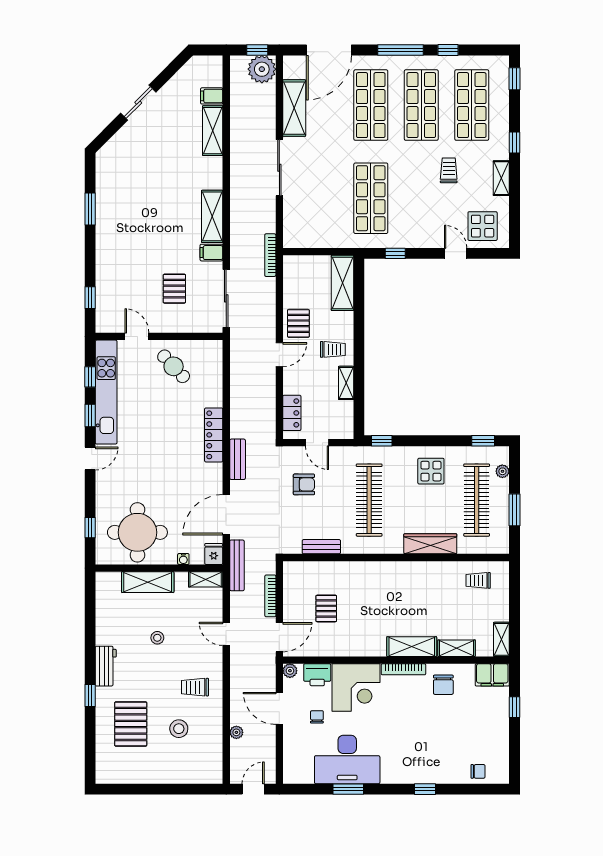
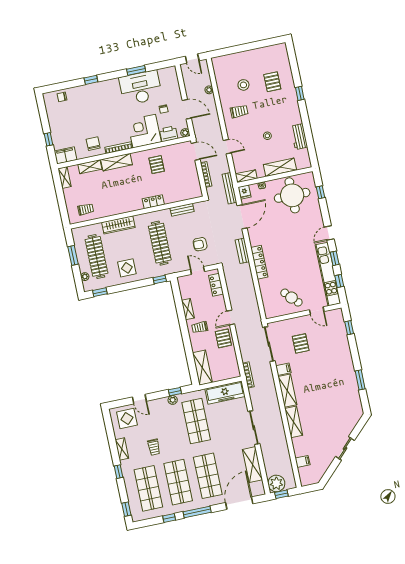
shelving: (213, 131) -> (294, 422), moved
freezer: (314, 235) -> (225, 393), added
plant: (402, 241) -> (173, 400), added
locker: (366, 570) -> (153, 202), added
pallet: (326, 608) -> (157, 165), moved
door: (279, 637) -> (196, 151), swing flipped
workbench: (106, 666) -> (299, 137), moved
pallet: (131, 724) -> (272, 82), width x0.67, depth x0.71
door: (253, 789) -> (192, 59), hinge flipped

